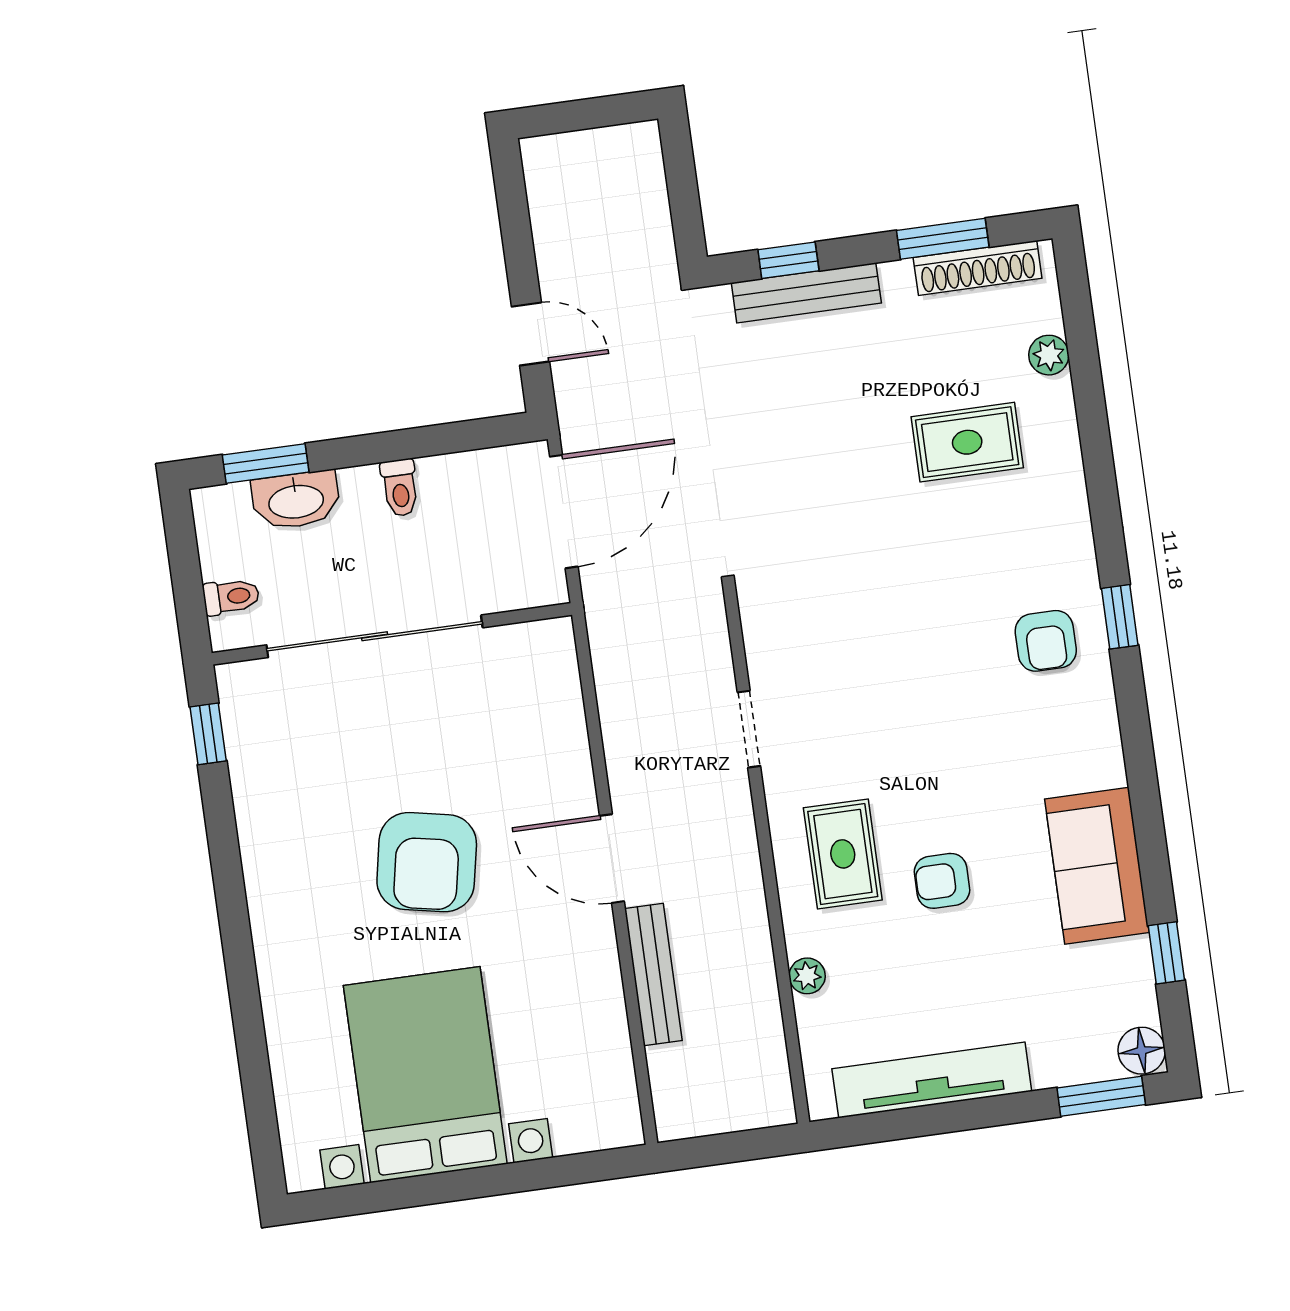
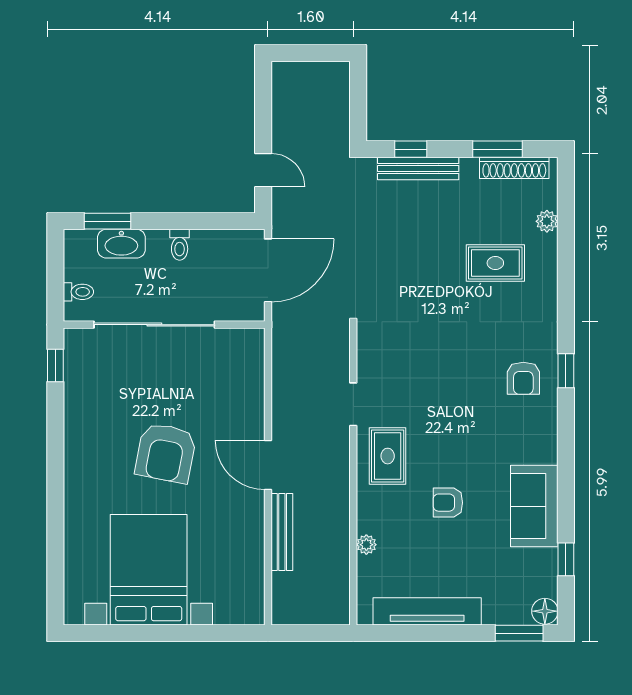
rug: (843, 854) -> (388, 456), moved

